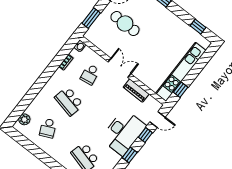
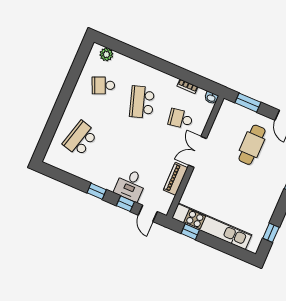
double door: (119, 68) -> (197, 152), swing flipped
school desk: (69, 101) -> (142, 102), turned -30
desk: (123, 132) -> (130, 185), width x0.53, depth x0.77

